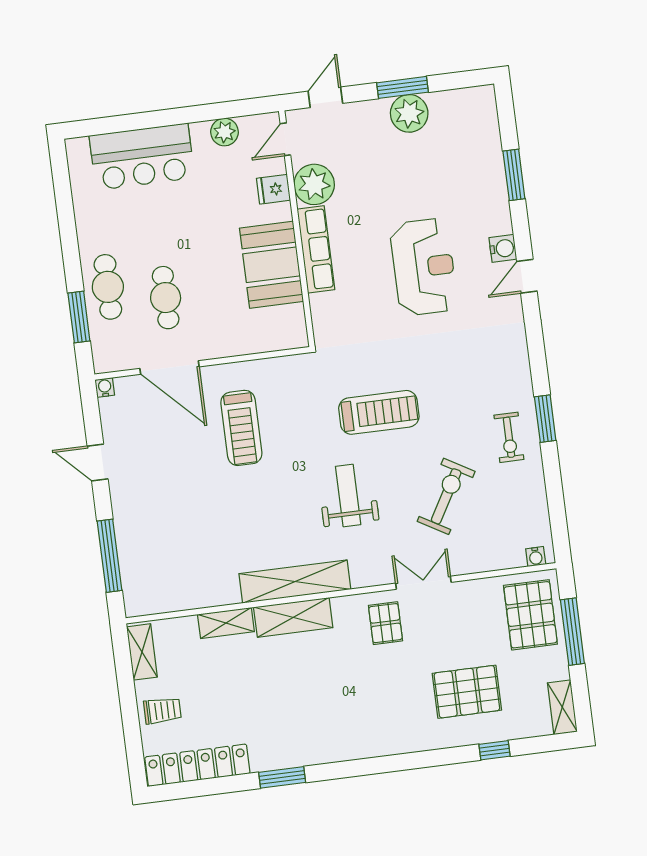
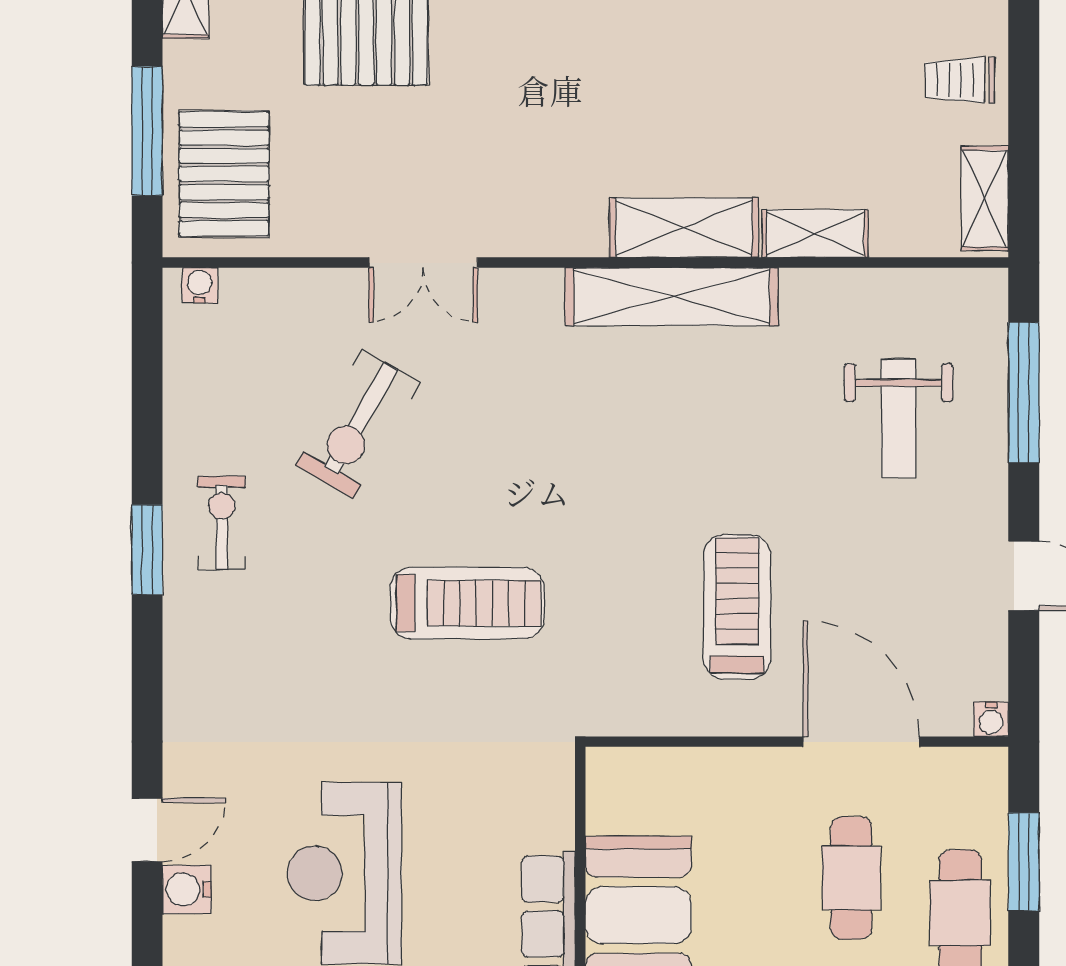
treadmill: (379, 412) -> (467, 603), turned 180
weight bench: (348, 496) -> (899, 418), moved
pallet: (385, 623) -> (507, 194), removed

